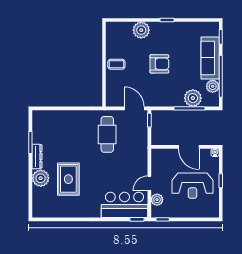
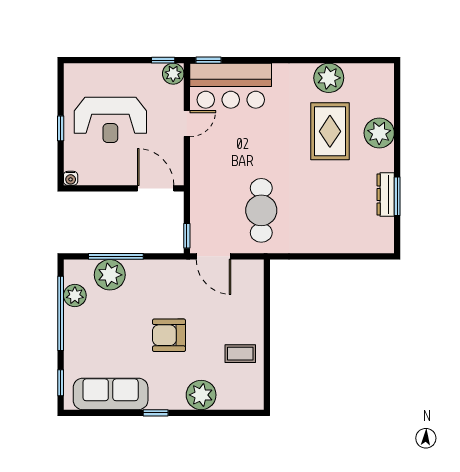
sofa: (210, 58) -> (111, 394), moved, turned -90
coffee table: (116, 64) -> (240, 354), moved
door: (189, 147) -> (156, 188), moved
dresser: (37, 156) -> (386, 195), moved
reception desk: (193, 186) -> (110, 120), turned 180
plant: (157, 200) -> (173, 74), moved
plant: (69, 209) -> (329, 78), added

